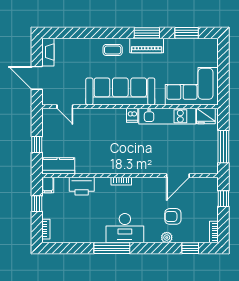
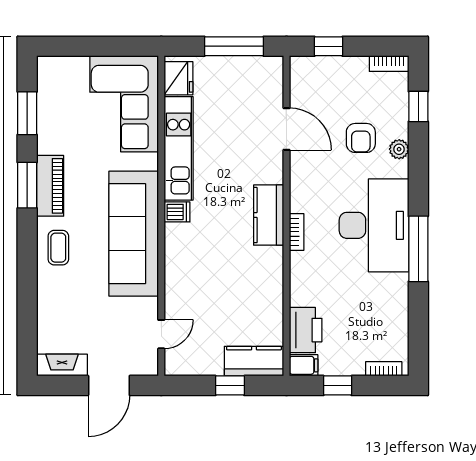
kitchen counter: (58, 166) -> (254, 361), moved, turned 90
kitchen counter: (131, 166) -> (269, 215), added
printer: (82, 186) -> (306, 330), moved
desk: (125, 228) -> (374, 225), width x1.36, depth x1.30

